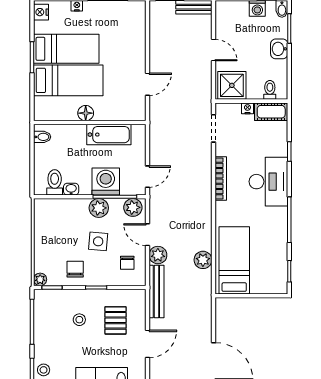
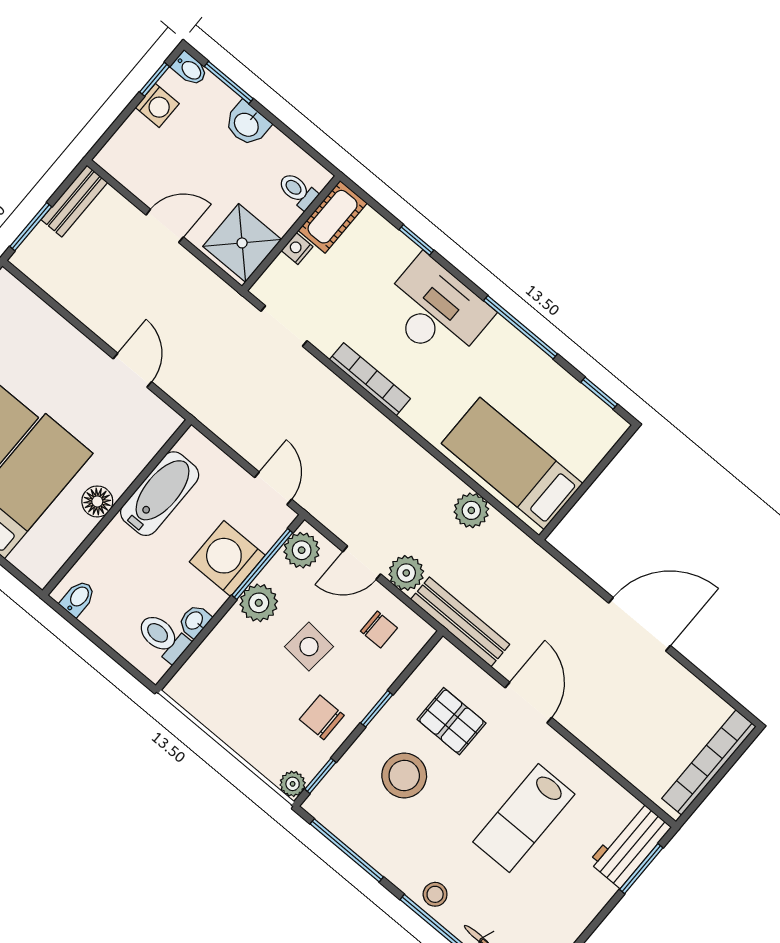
stool: (79, 320) -> (404, 775), width x1.89, depth x1.89

